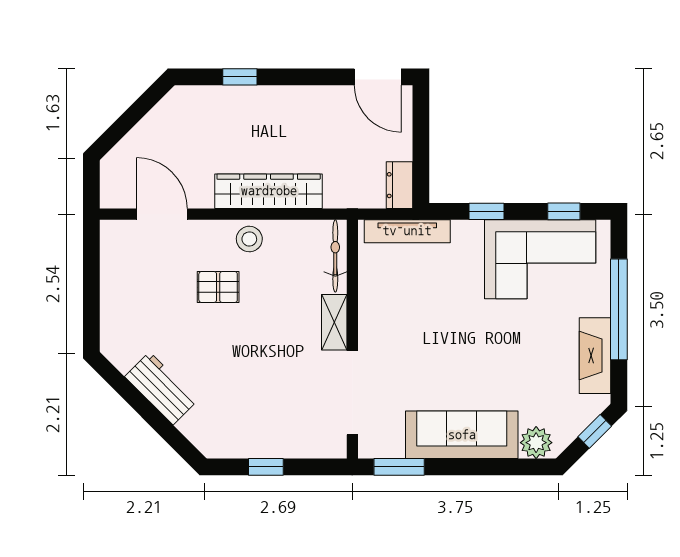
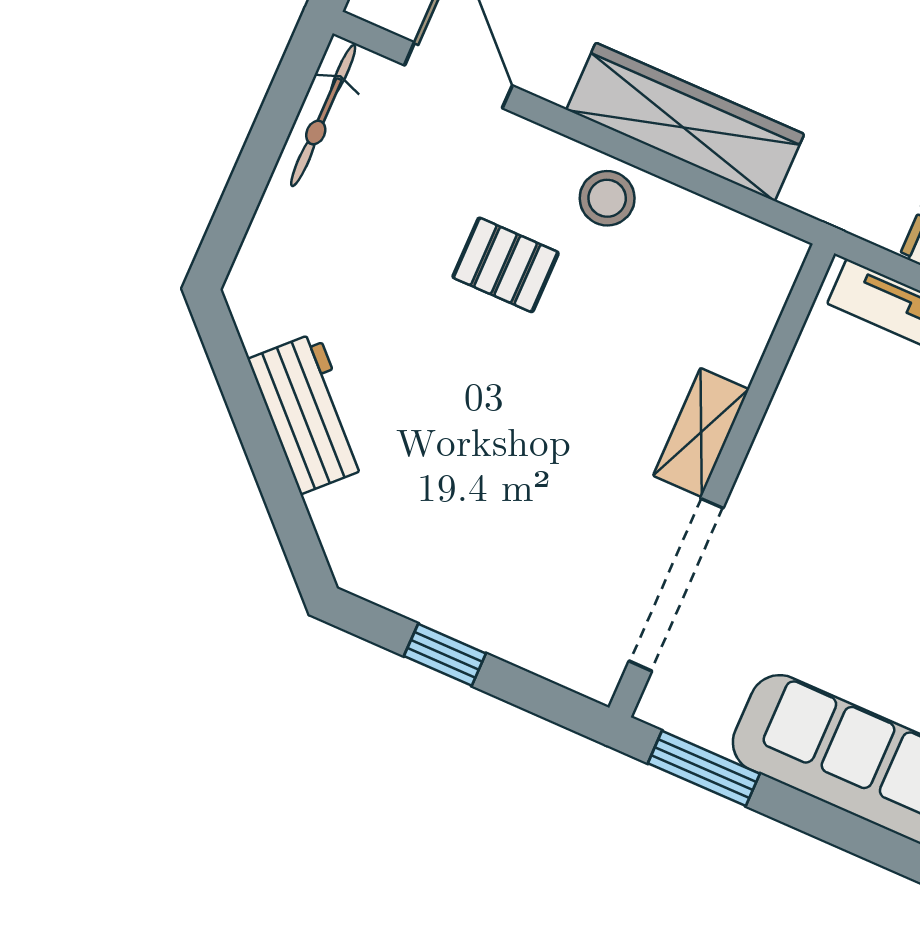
bicycle: (335, 256) -> (323, 116), moved, turned 180

